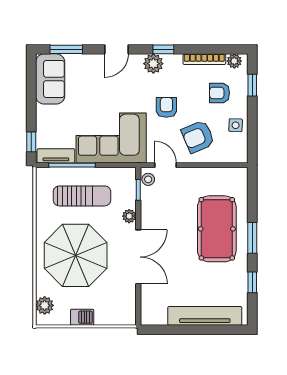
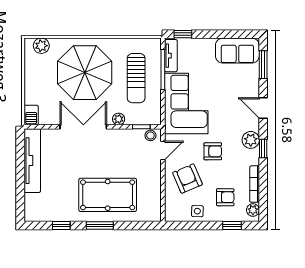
armchair: (220, 93) -> (225, 197), turned 90
double door: (138, 257) -> (83, 127), swing flipped
tv unit: (205, 316) -> (32, 161), moved
barbecue: (82, 317) -> (31, 115), moved

